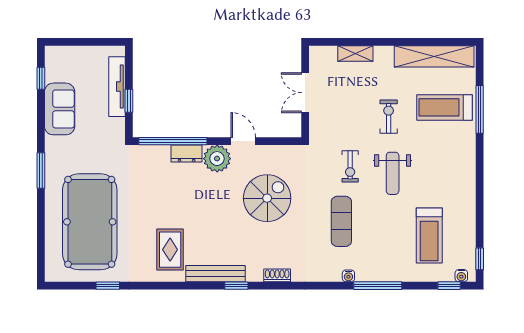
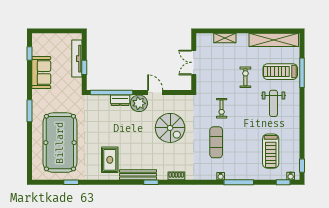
weight bench: (393, 173) -> (273, 103), moved
spiral stairs: (267, 198) -> (170, 128), turned 90

